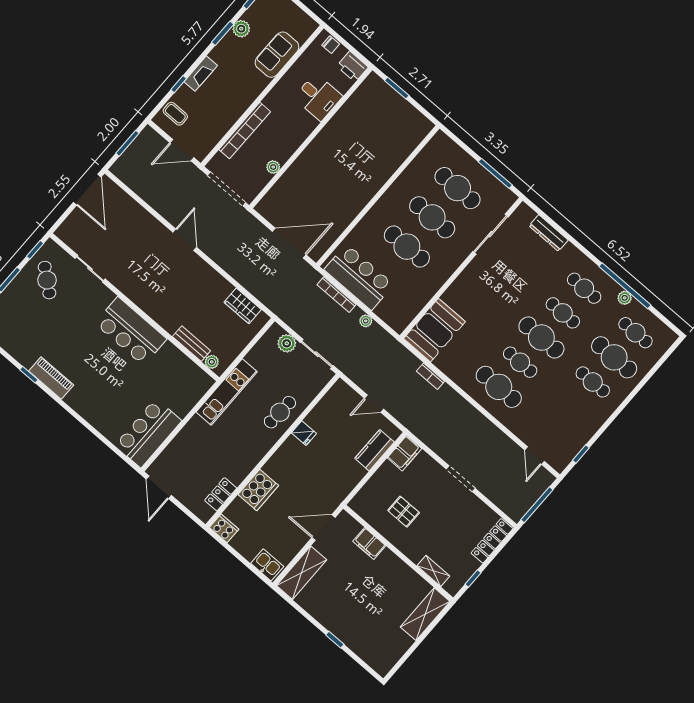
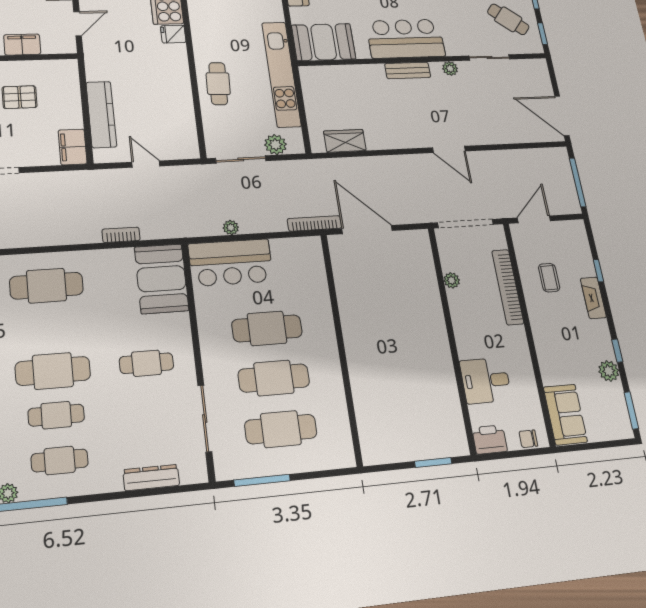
window: (223, 33) -> (617, 351), width x0.67
sofa: (277, 55) -> (565, 414), moved
coffee table: (175, 114) -> (549, 278), moved, turned 90
window: (127, 143) -> (578, 182), width x1.44
door: (289, 243) -> (367, 230), swing flipped
bar counter: (359, 277) -> (231, 263), moved
bookcase: (337, 295) -> (314, 223), moved
bench: (191, 344) -> (408, 70), moved
plant: (212, 362) -> (450, 69), moved
cafe table: (520, 362) -> (146, 363), moved
booth: (186, 378) -> (324, 42), added
kitchen unit: (227, 392) -> (281, 74), width x1.36
door: (374, 404) -> (146, 164), hinge flipped
fridge: (304, 433) -> (173, 34), moved
kitchen counter: (374, 450) -> (101, 114), width x1.50
door: (324, 527) -> (78, 24), width x0.73

